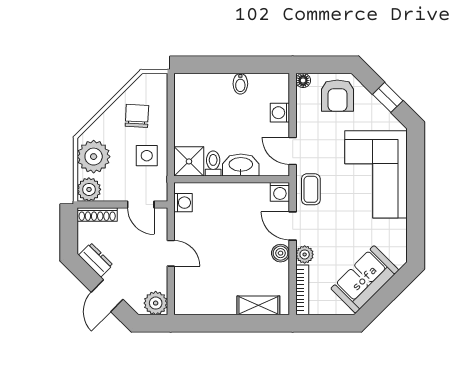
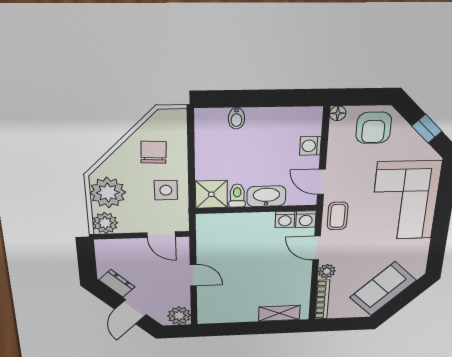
bidet: (240, 84) -> (236, 118), moved
washing machine: (183, 203) -> (285, 220), moved, turned 90
shoe rack: (97, 215) -> (116, 245), removed
boiler: (281, 253) -> (303, 271), removed

